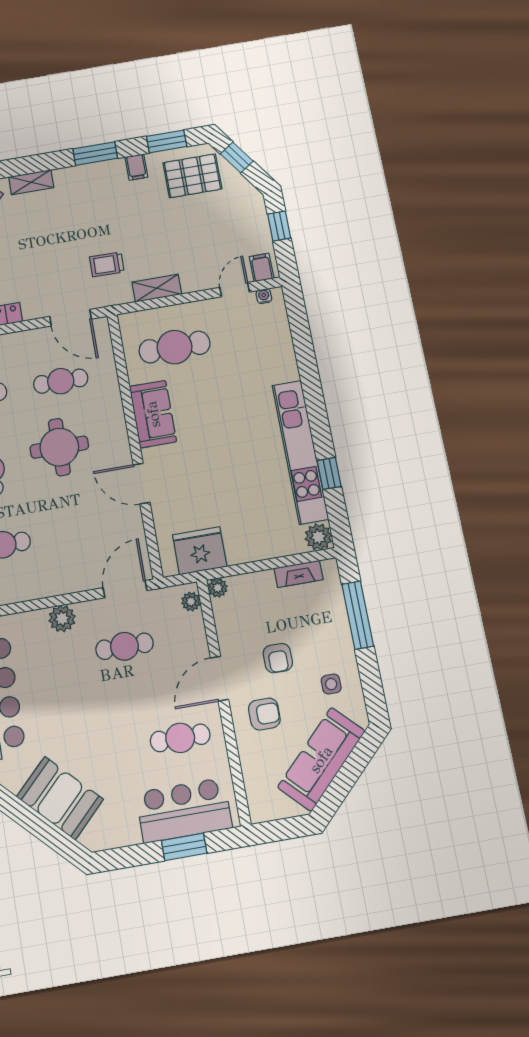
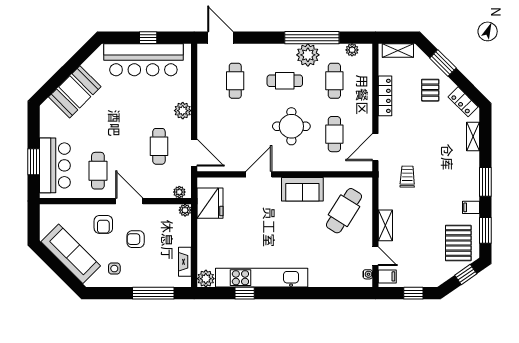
shelving: (157, 288) -> (385, 225), moved
cafe table: (175, 347) -> (344, 211), turned 32

